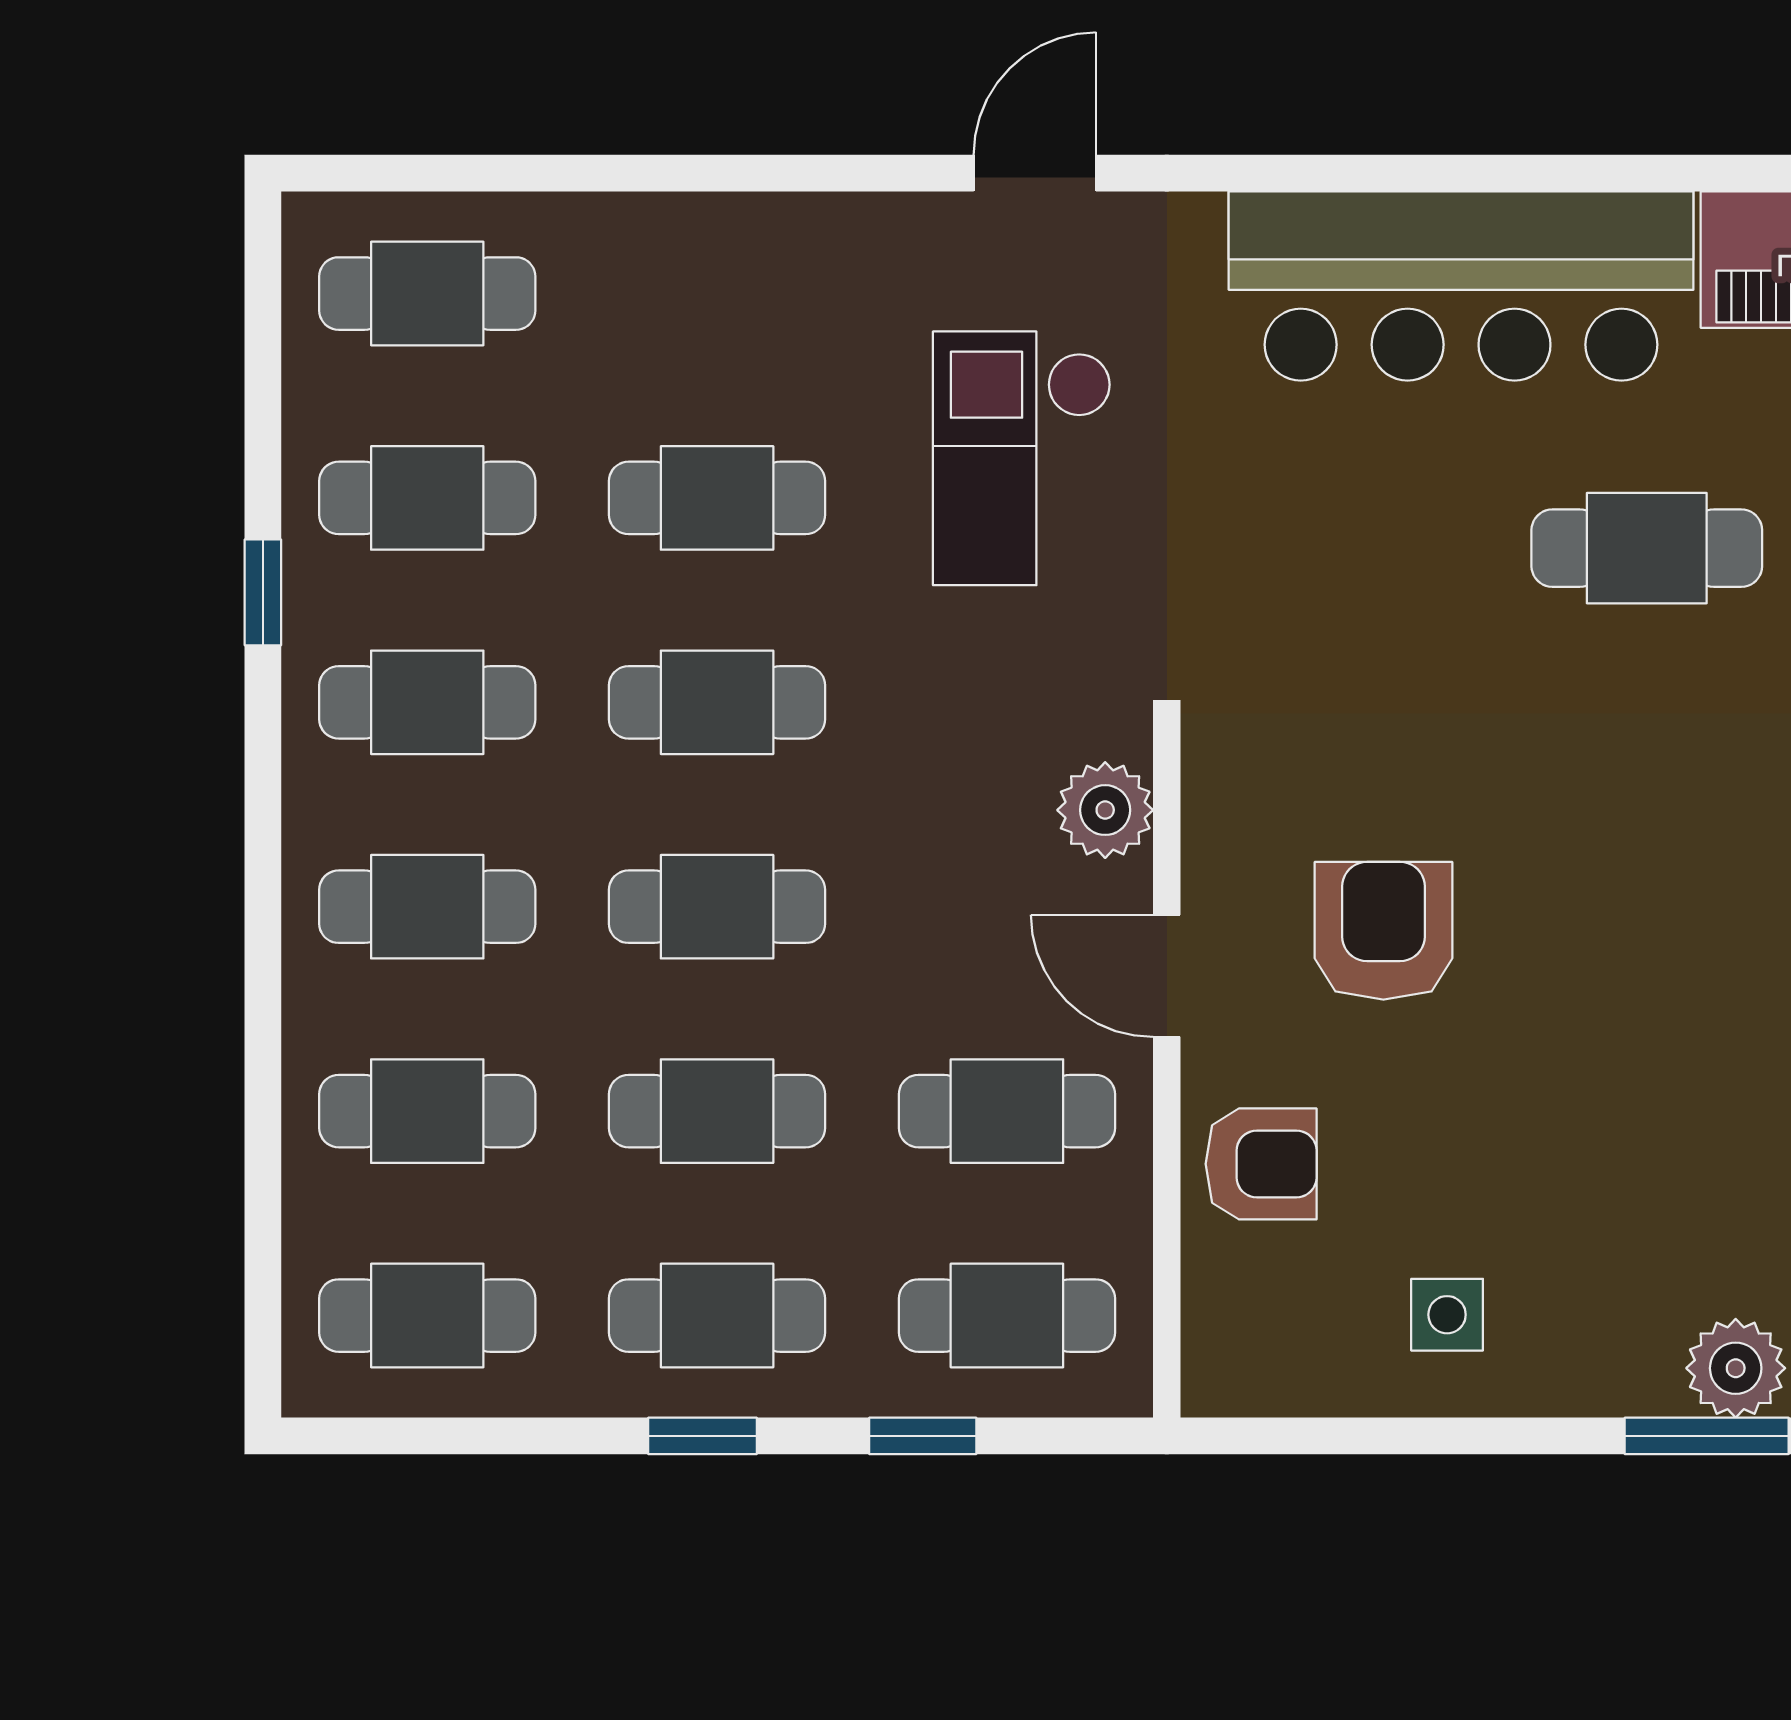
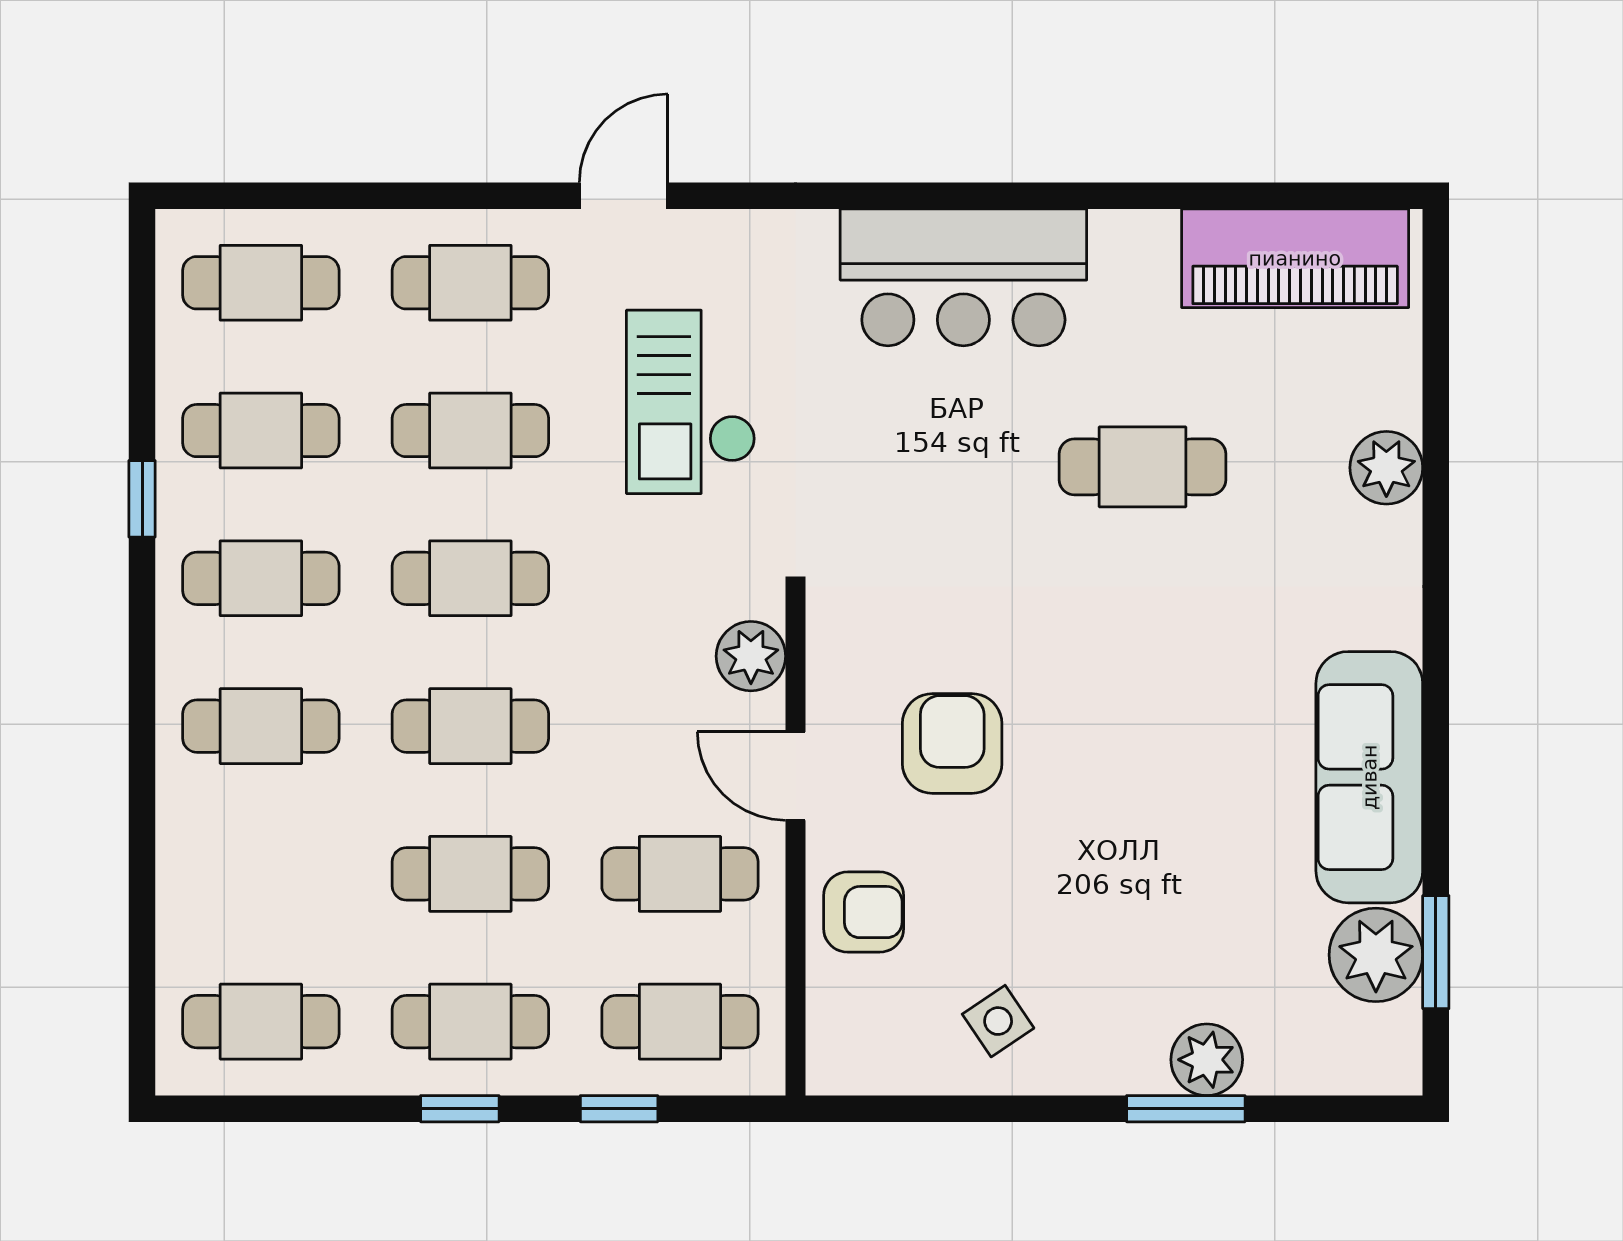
door: (1035, 173) -> (624, 196), moved
bar counter: (1461, 286) -> (963, 277), width x0.73
cafe table: (427, 1111) -> (470, 283), moved
side table: (1447, 1315) -> (998, 1021), turned -34

